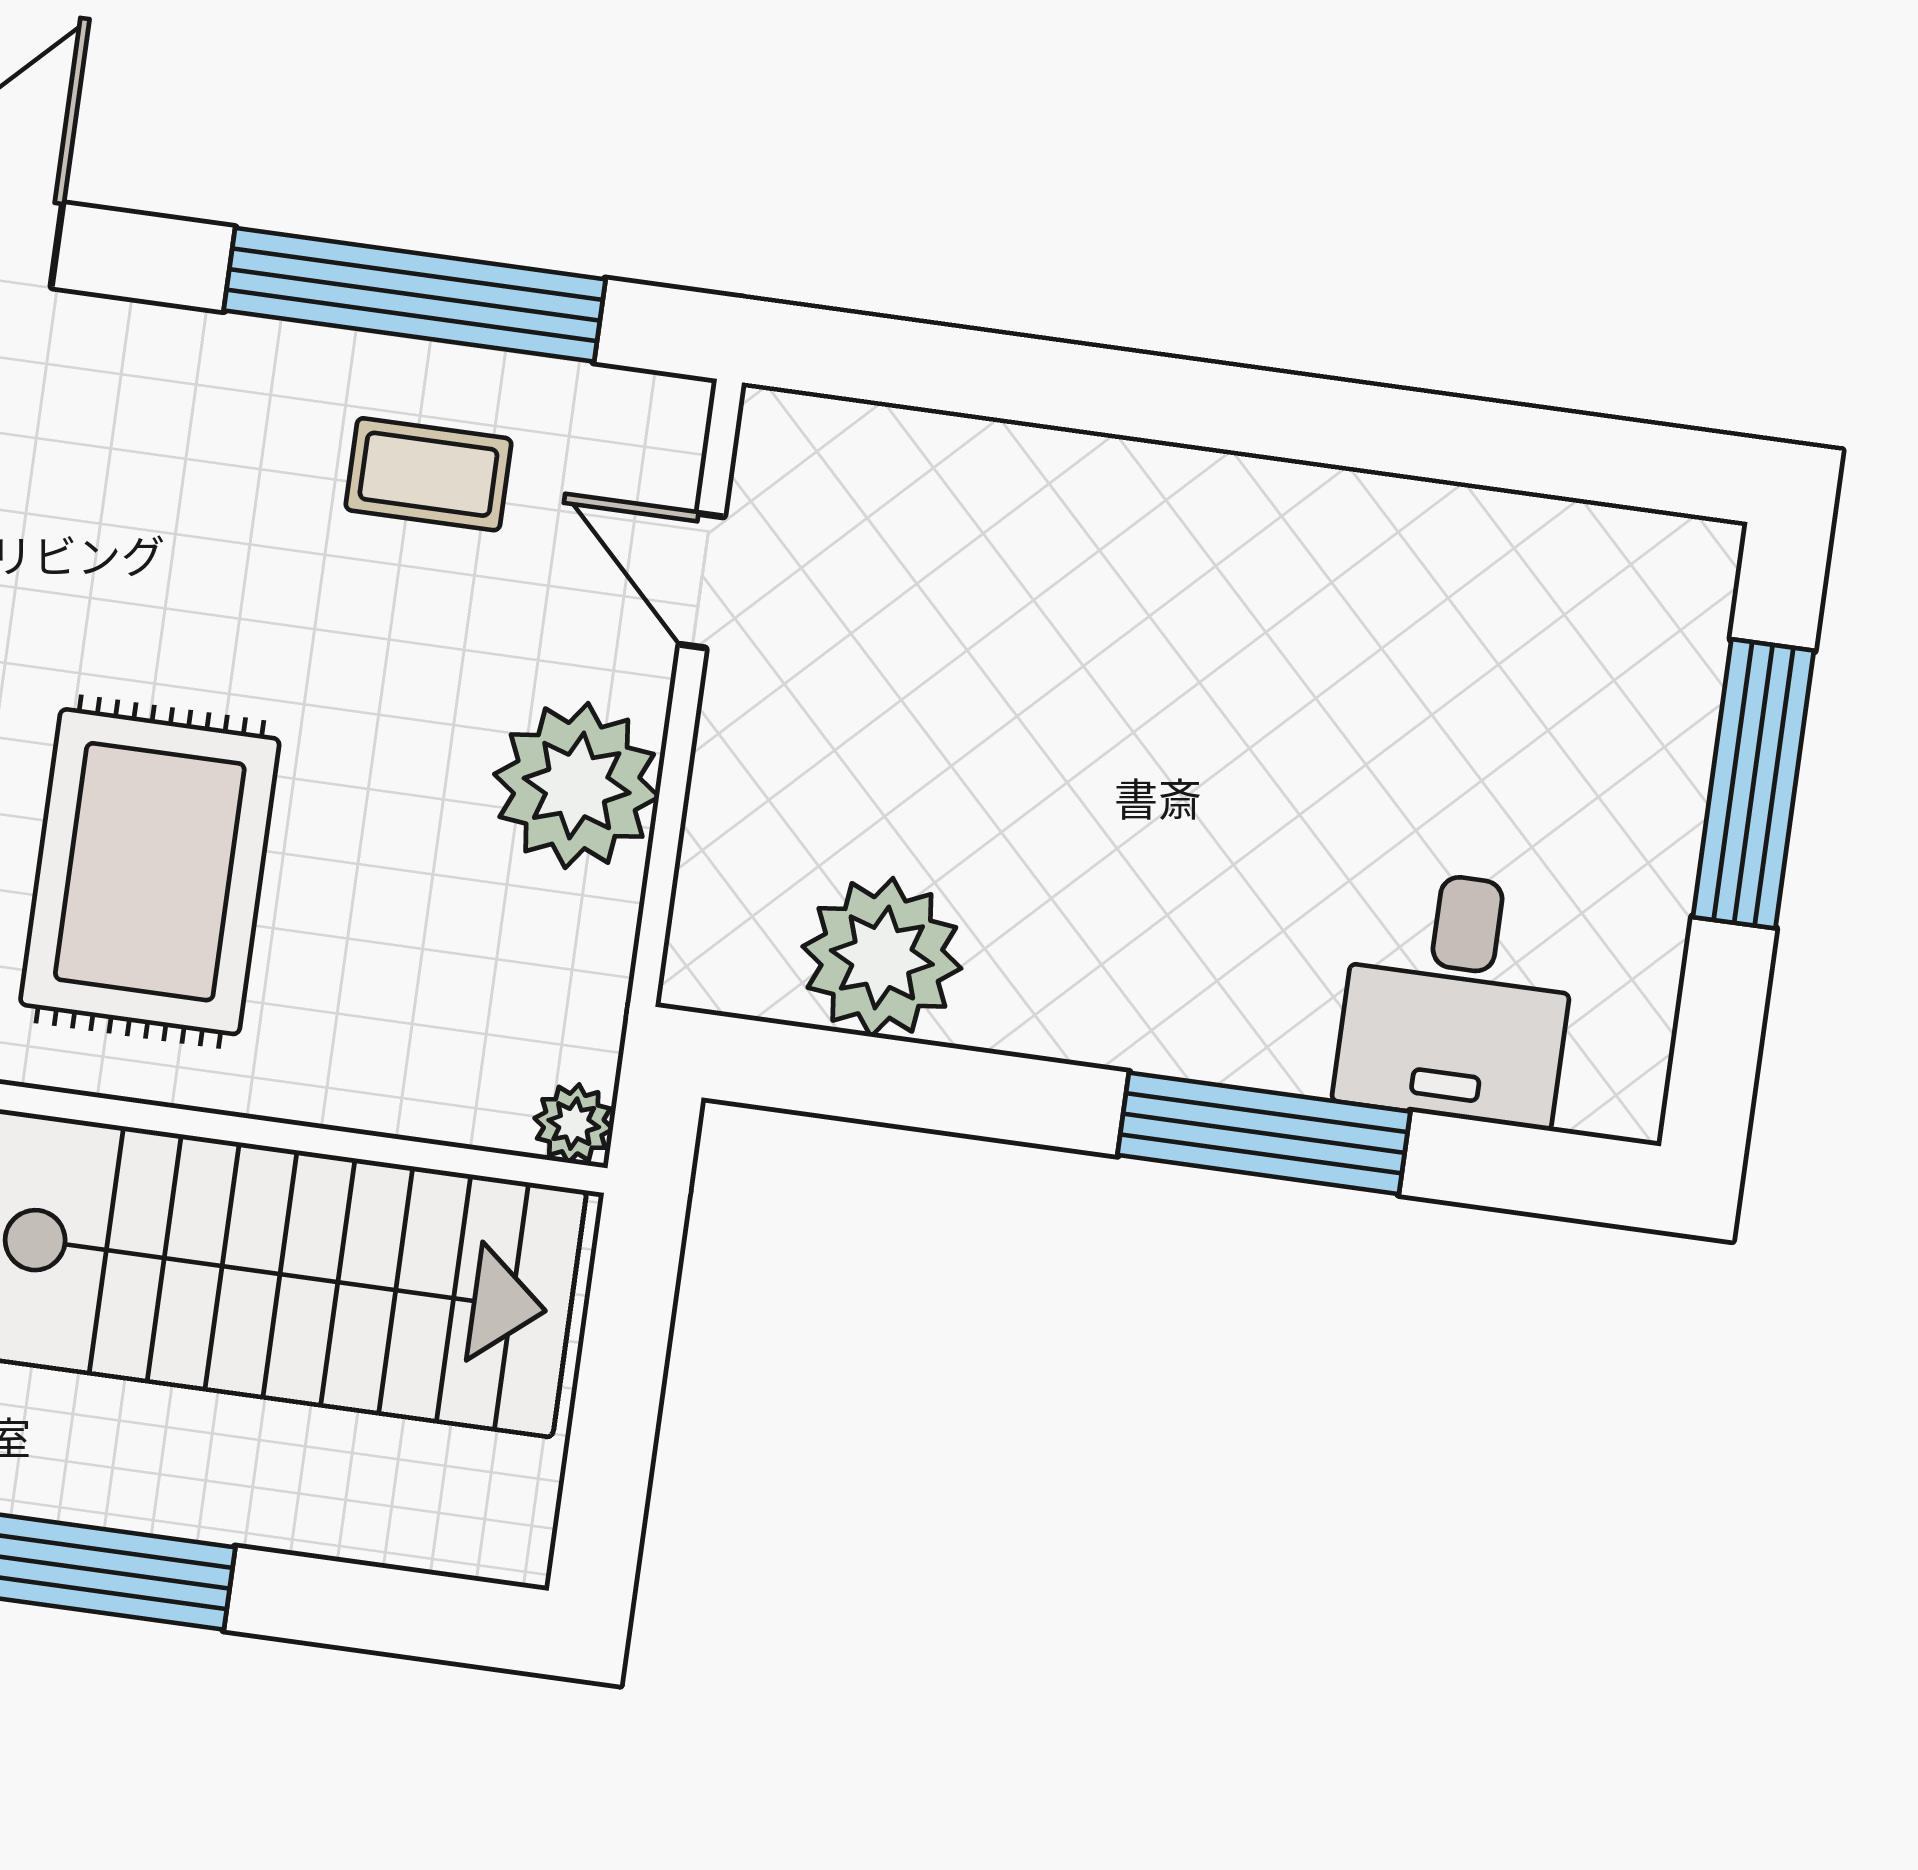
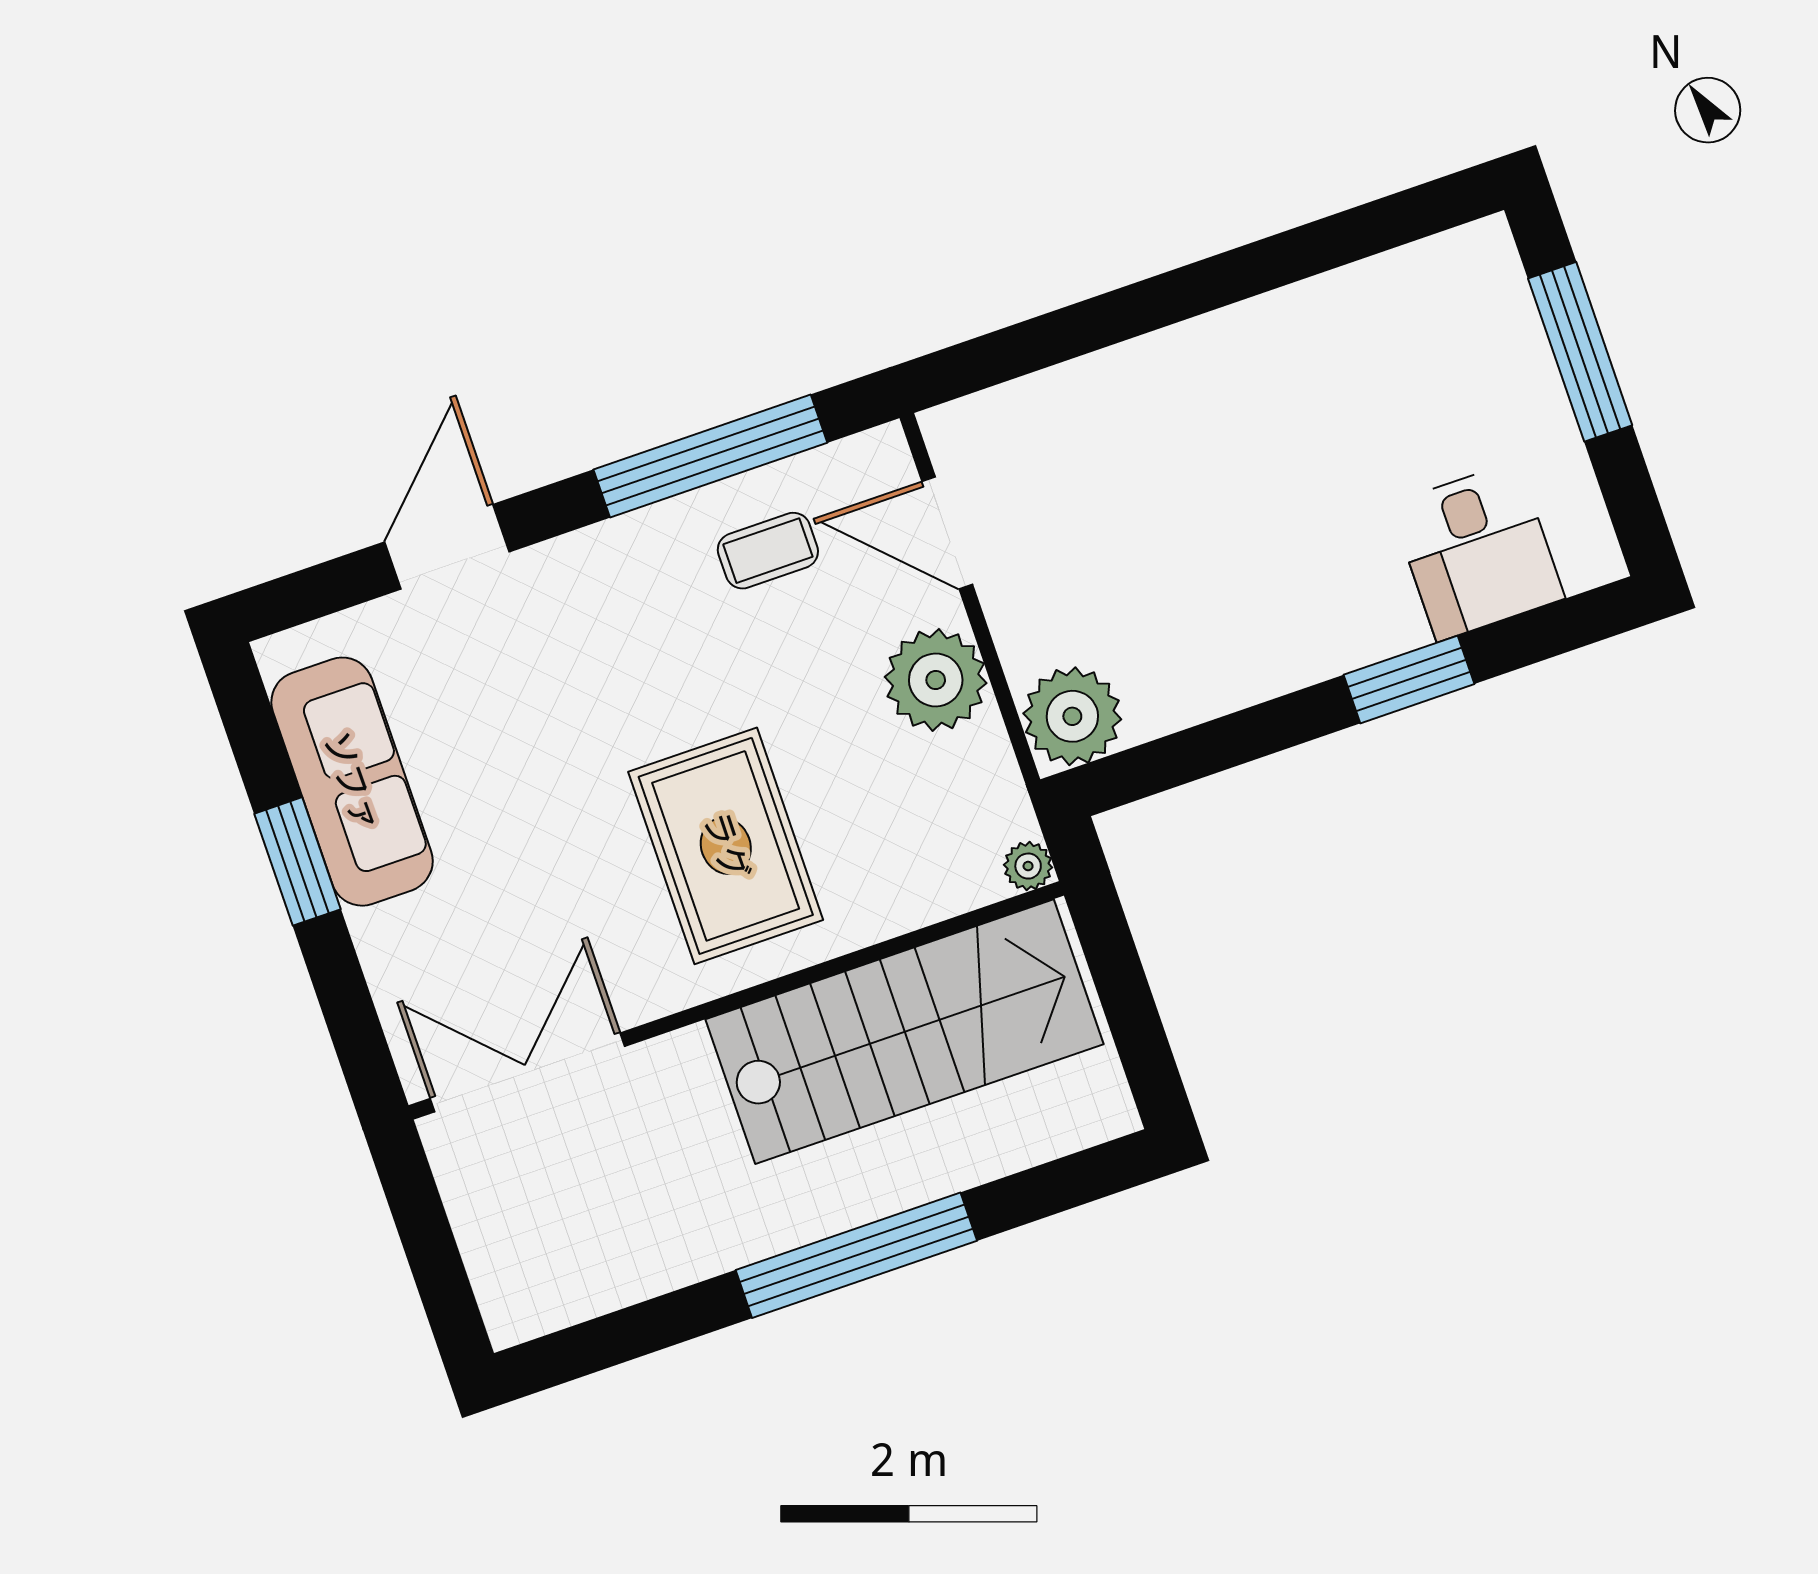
door: (702, 581) -> (947, 533), width x1.38
plant: (882, 957) -> (1072, 716), moved
window: (1264, 1133) -> (1409, 679), width x0.69

